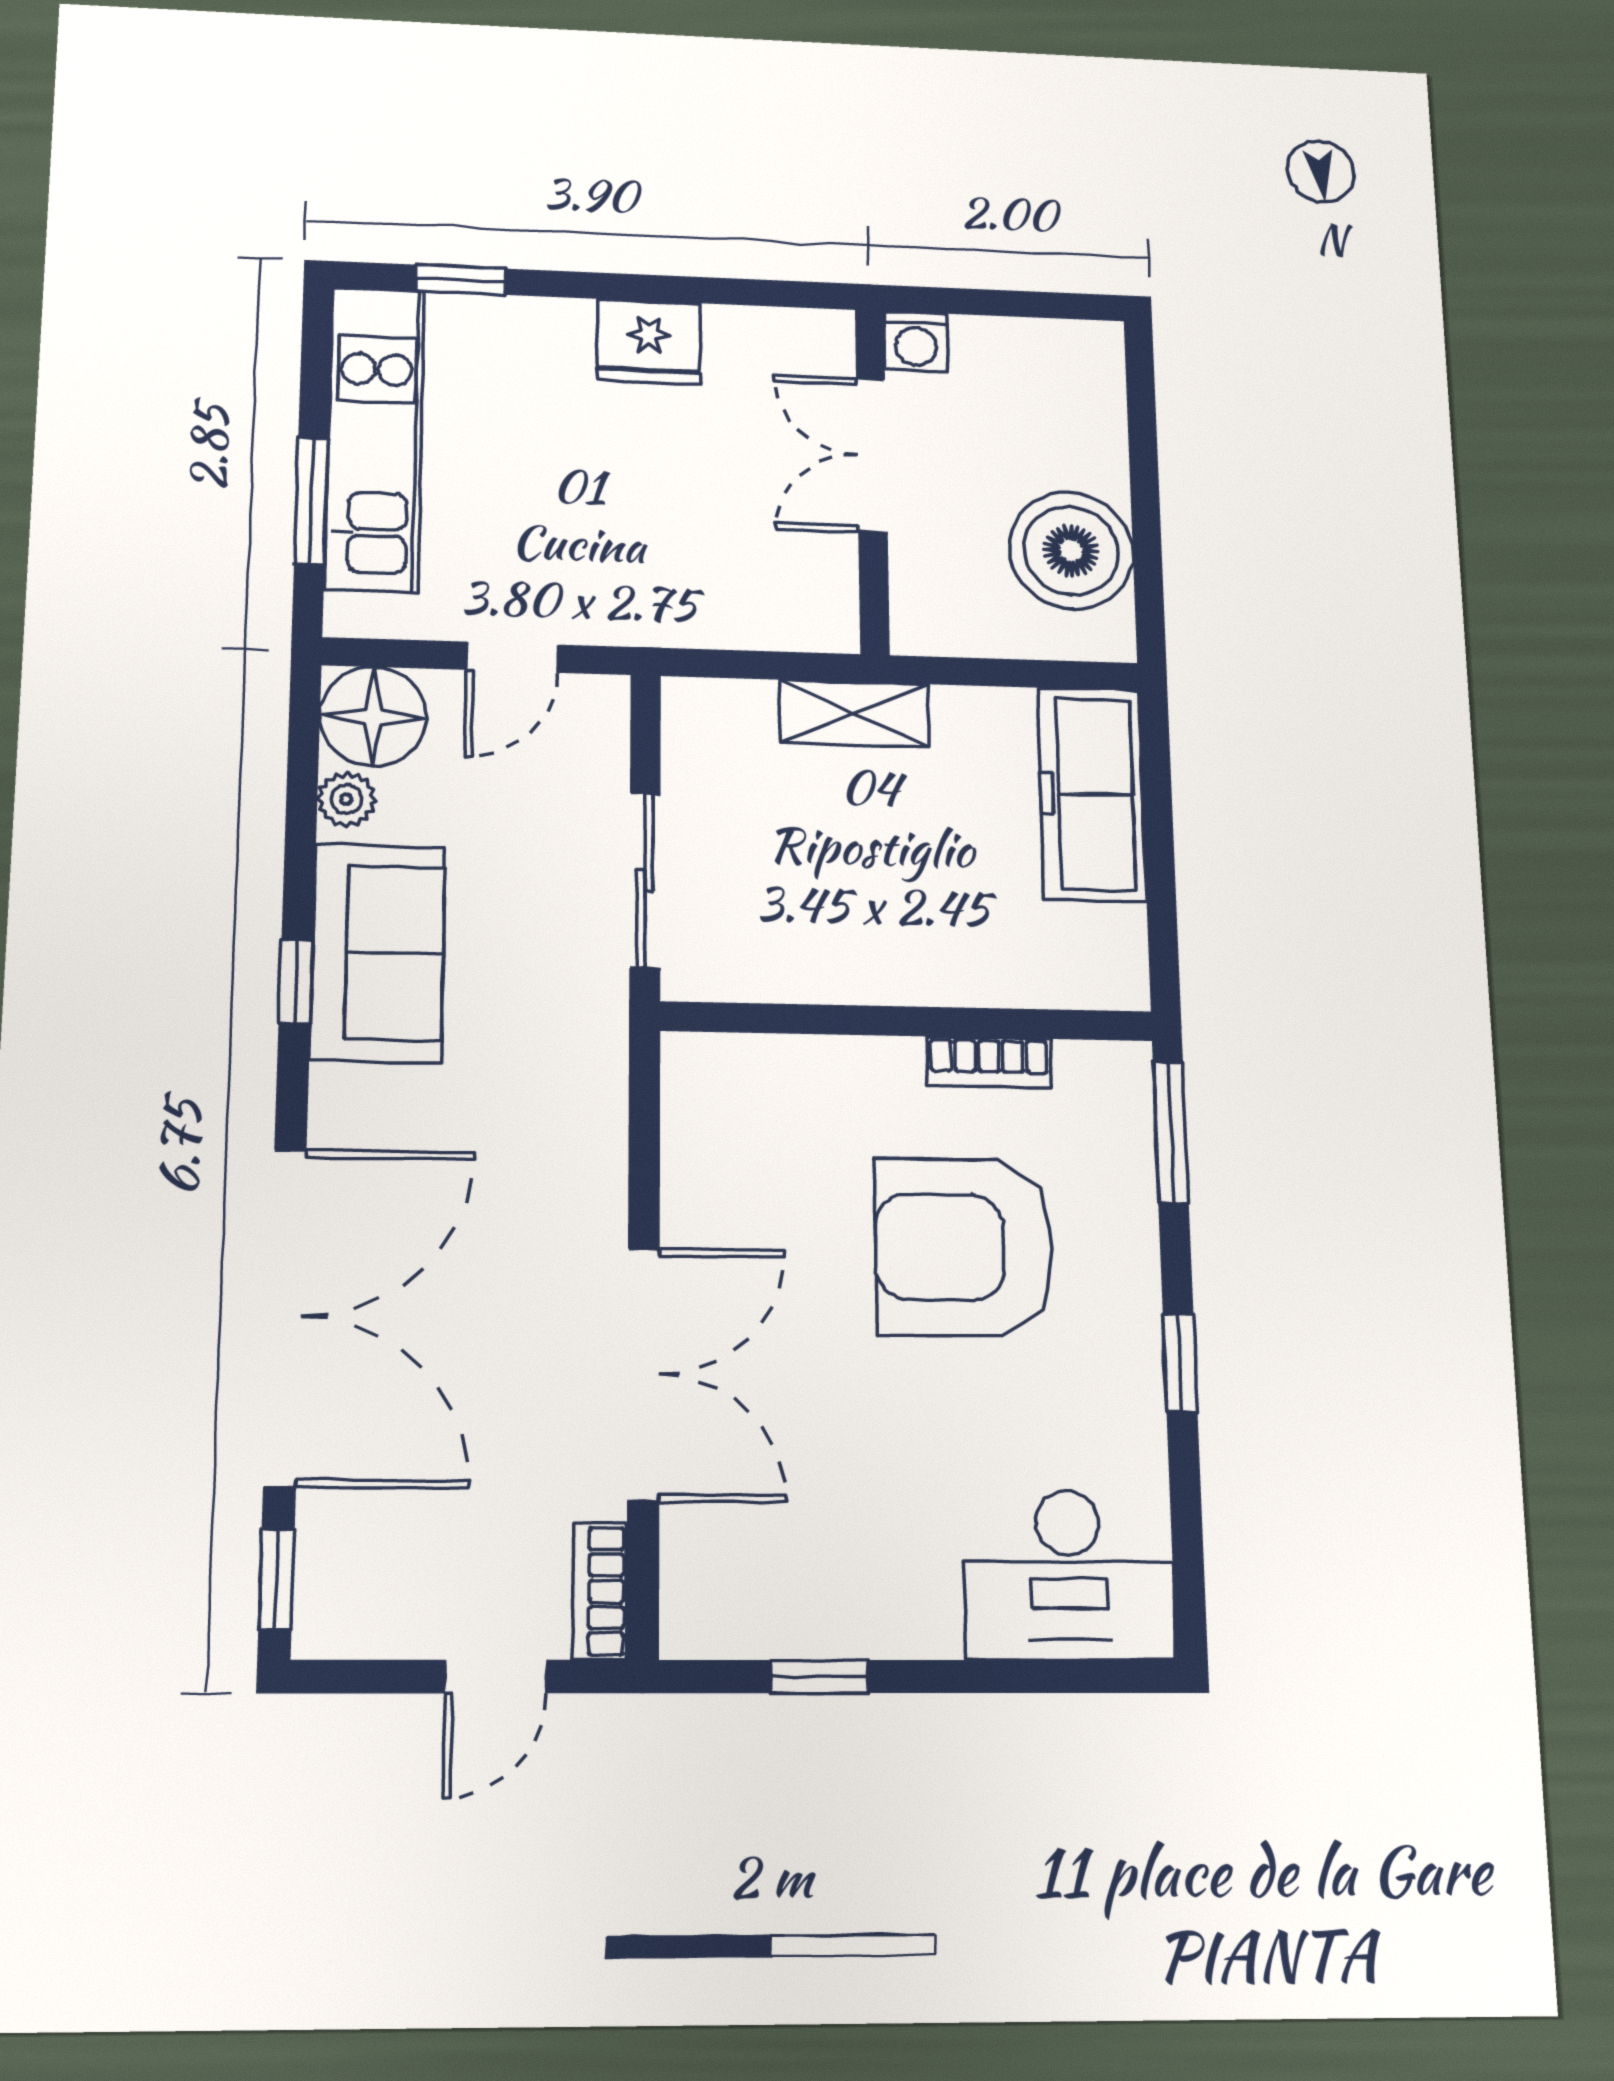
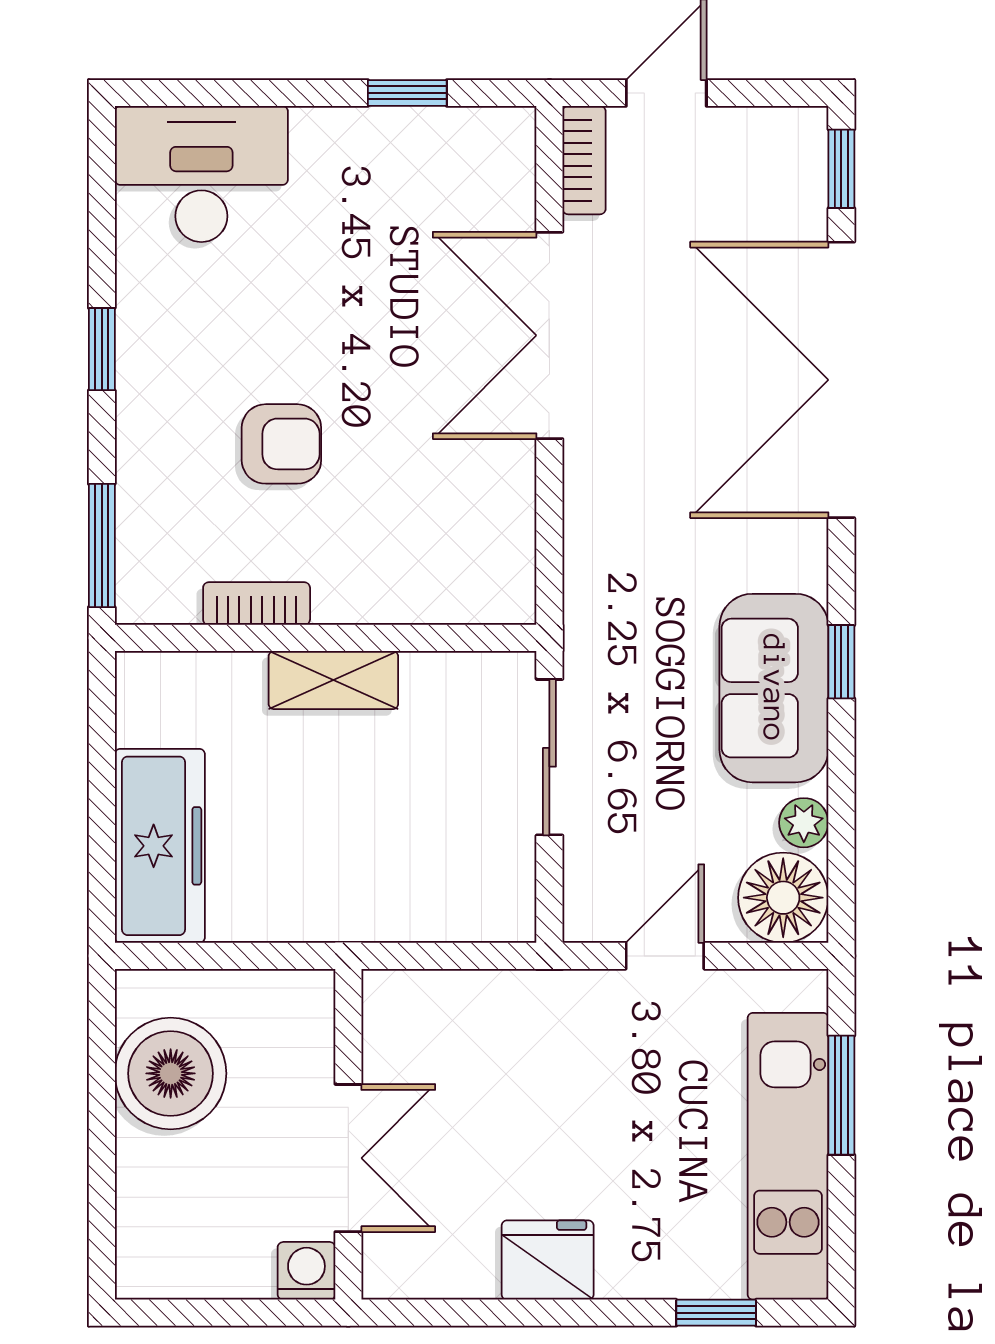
shelving: (854, 713) -> (333, 680), moved
armchair: (964, 1247) -> (281, 444), width x0.53, depth x0.53

